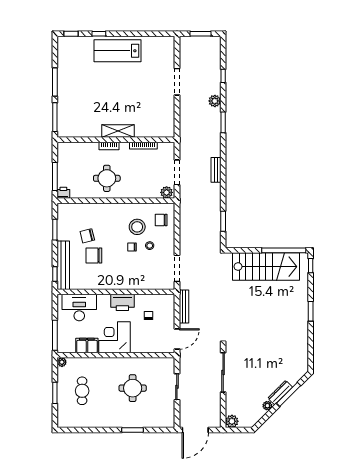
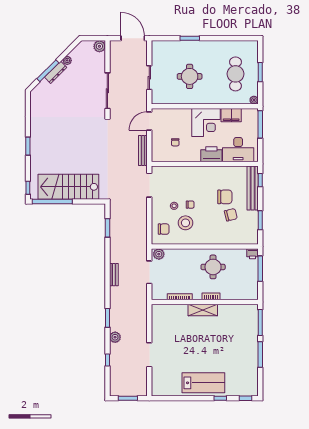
printer: (122, 302) -> (211, 154), moved
cafe table: (82, 391) -> (235, 74), width x1.37, depth x1.35
door: (195, 430) -> (133, 38), hinge flipped

